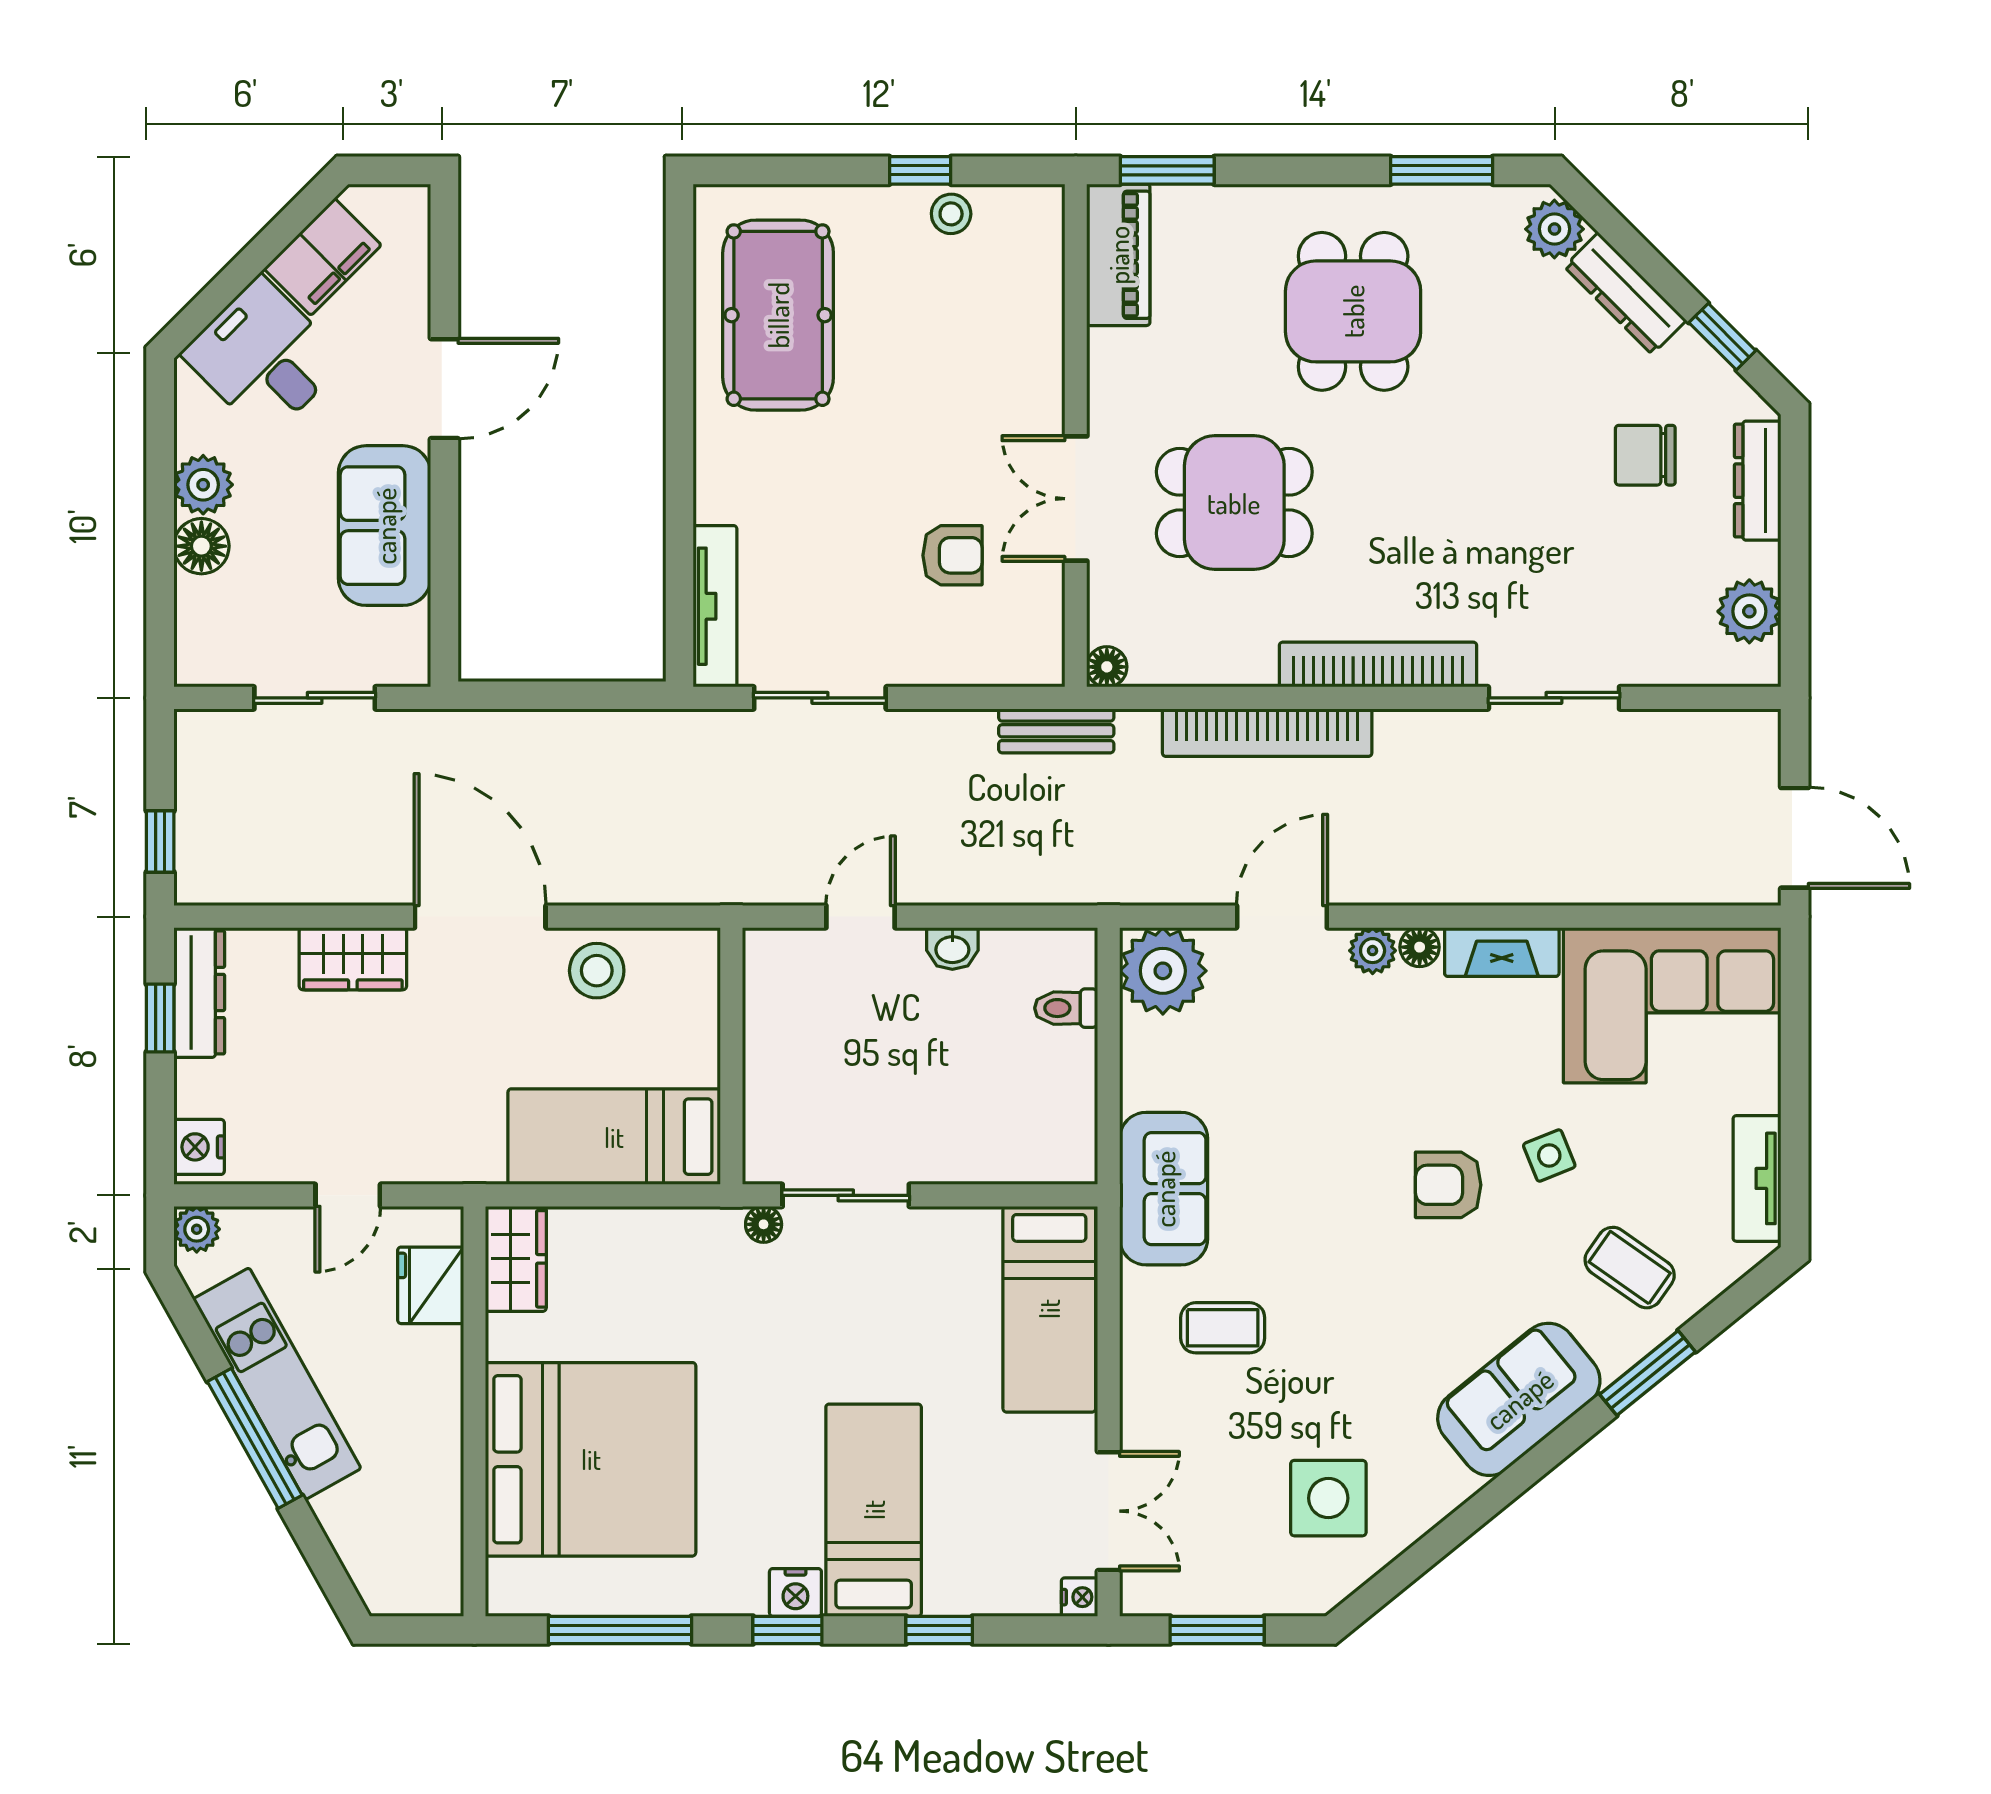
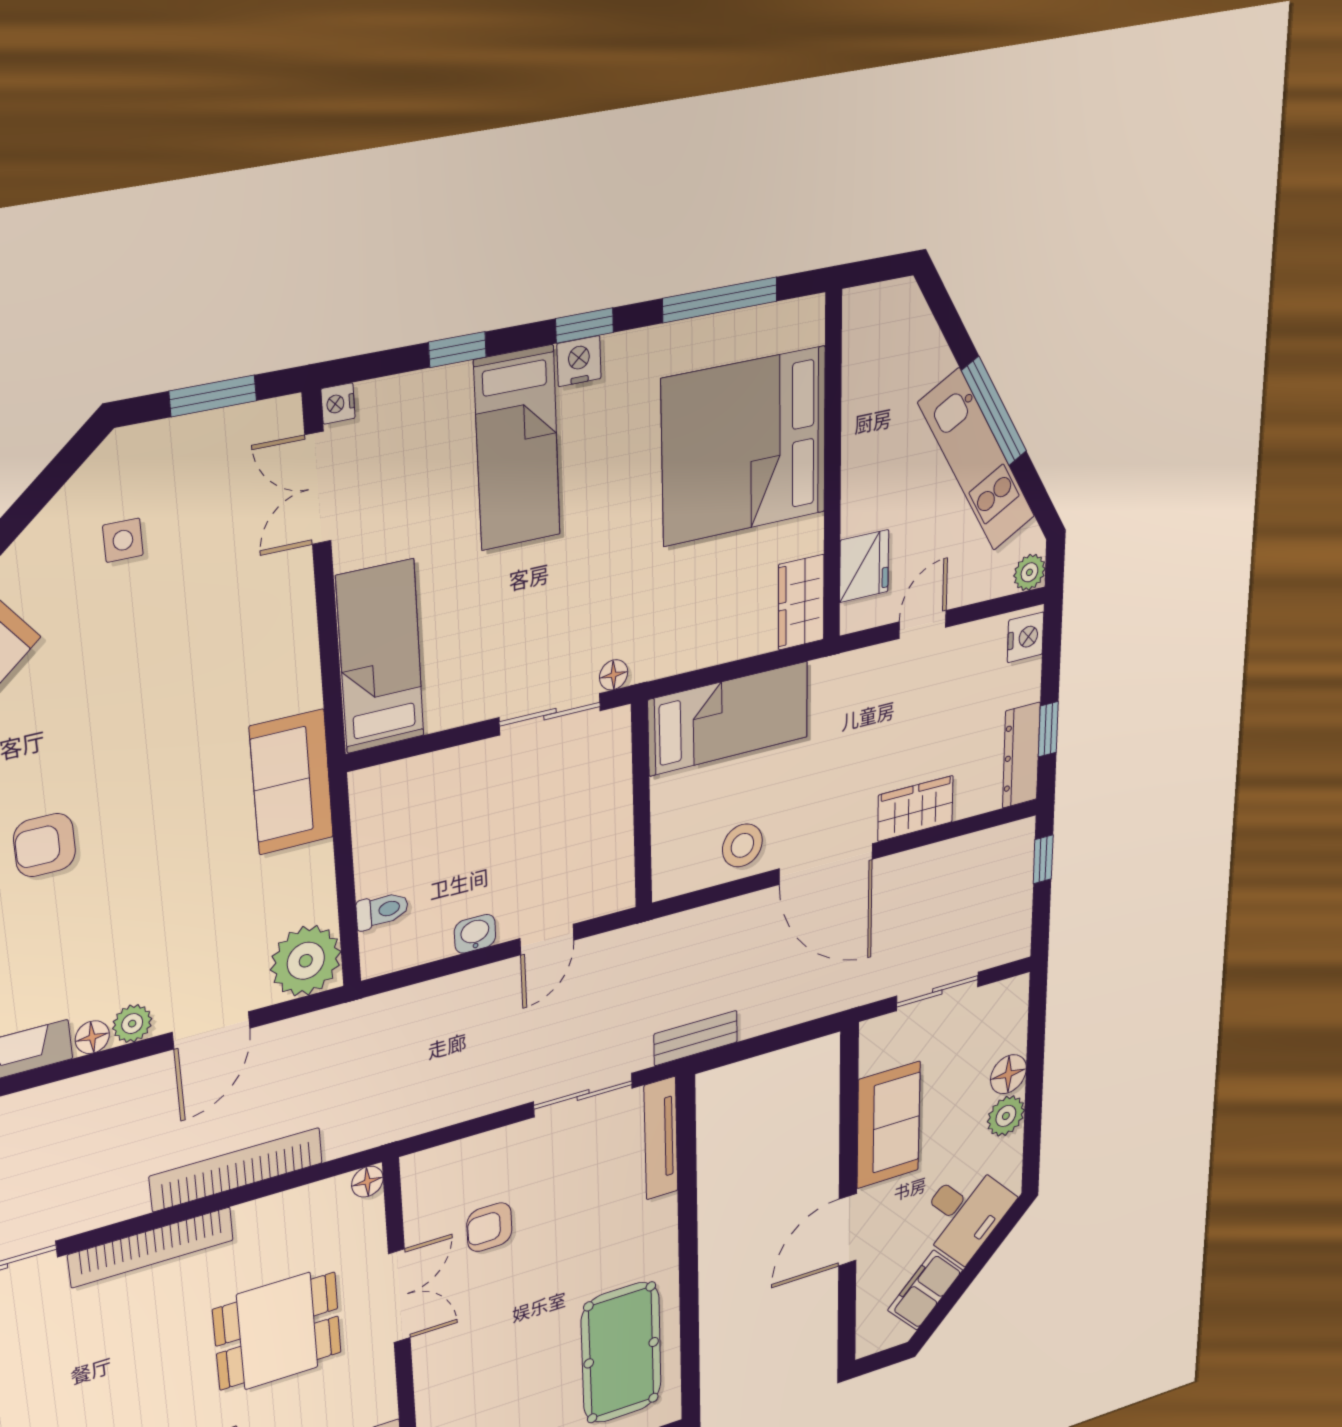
bench: (1056, 731) -> (696, 1038), moved
armchair: (1448, 1185) -> (45, 845), turned 180
coffee table: (1223, 1328) -> (231, 674), removed
side table: (1328, 1498) -> (123, 540), width x0.54, depth x0.54

